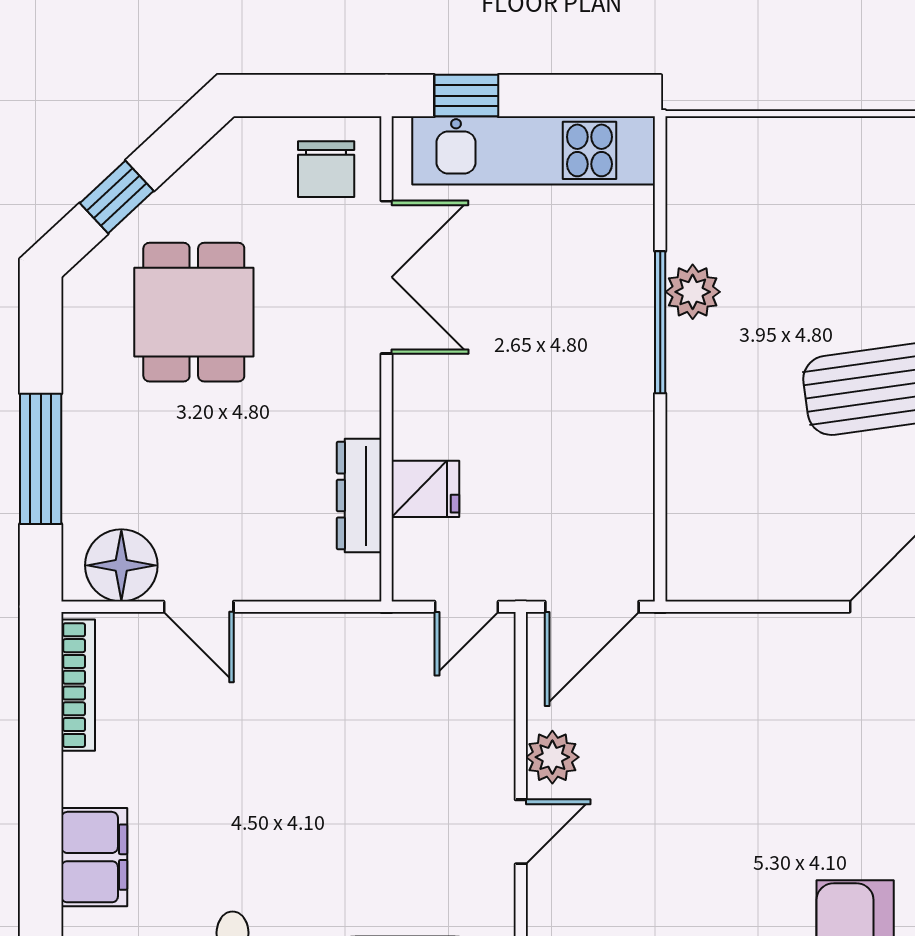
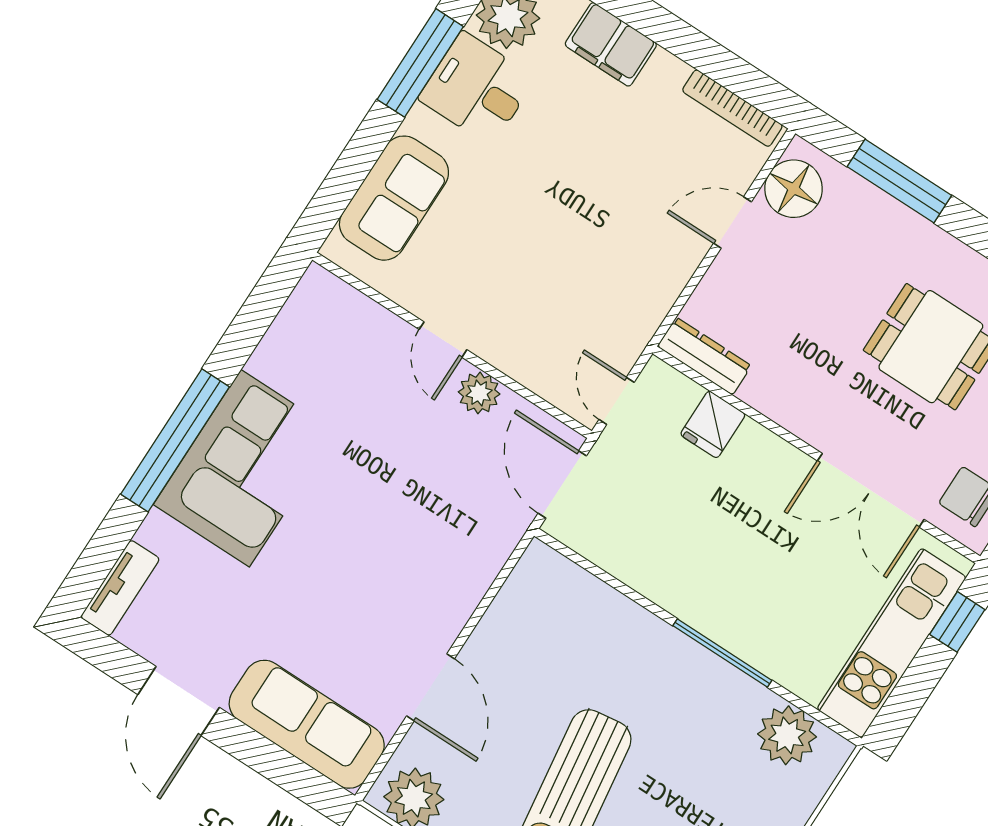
plant: (693, 292) -> (787, 735), moved, width x1.36, depth x1.36
dresser: (359, 496) -> (704, 356), moved

